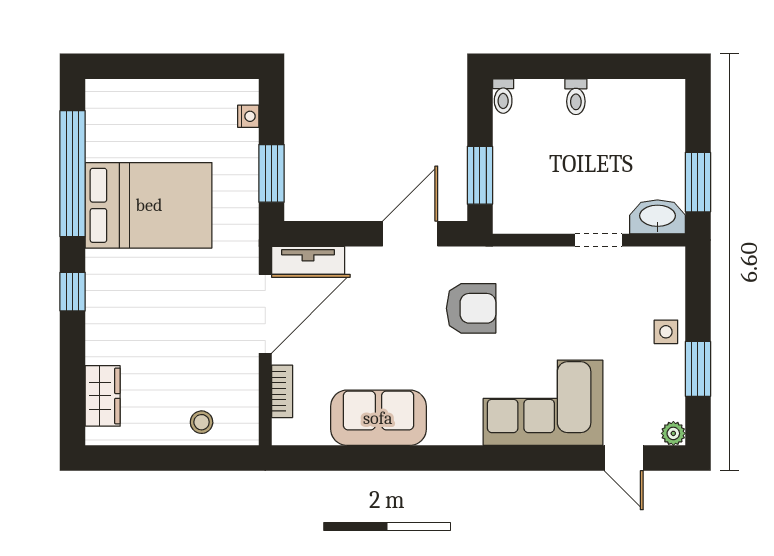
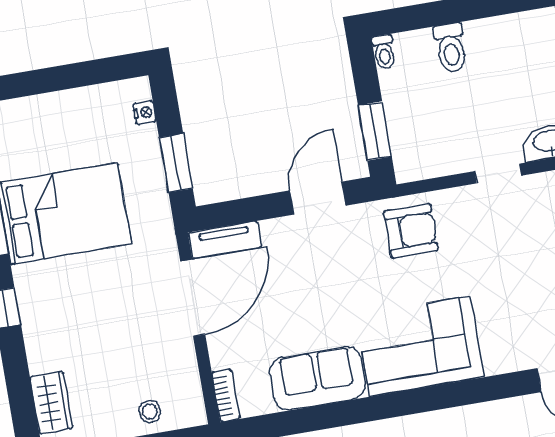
toilet: (576, 97) -> (451, 48), width x1.37, depth x1.39
armchair: (471, 308) -> (411, 231), moved
bookcase: (282, 391) -> (226, 395), moved
corner sofa: (543, 403) -> (420, 346), moved

